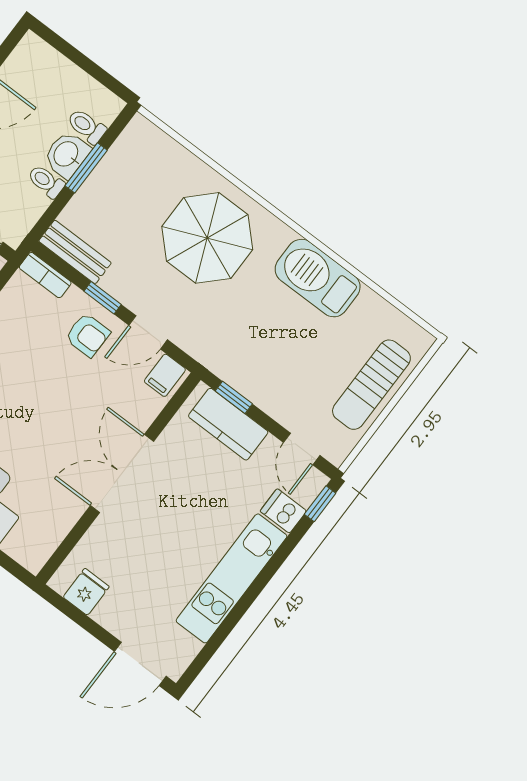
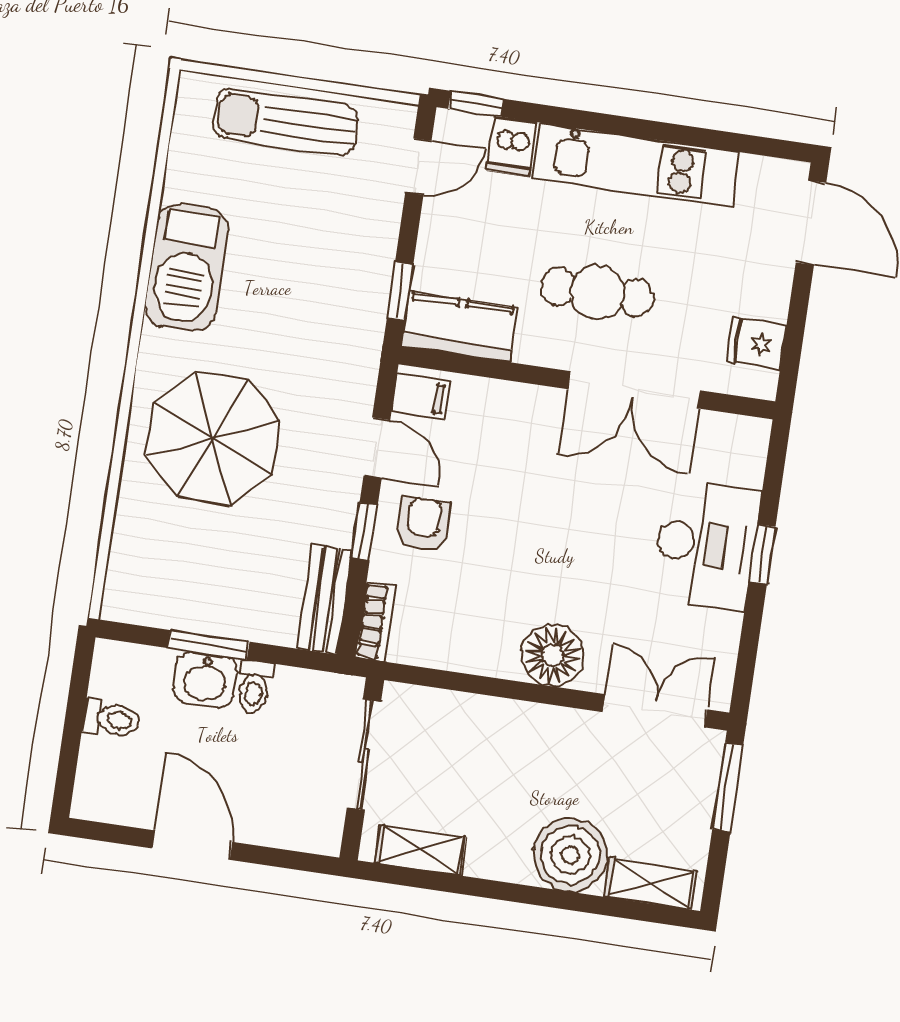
toilet: (87, 126) -> (111, 719), moved, turned -90
sun lounger: (371, 385) -> (286, 122), turned 180
kitchen counter: (228, 424) -> (459, 327), moved, turned -90
double door: (122, 473) -> (634, 390), moved
cafe table: (169, 514) -> (597, 292), added

